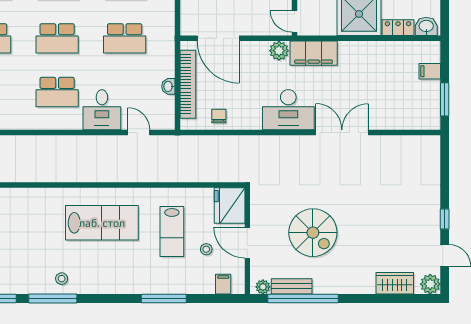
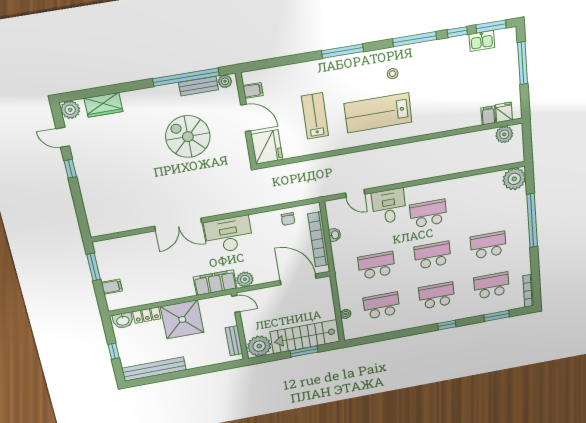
stool: (206, 249) -> (282, 106), removed
stool: (62, 279) -> (393, 74), moved
filing cabinet: (223, 284) -> (253, 90), moved, turned -90
window: (164, 298) -> (342, 51), moved

